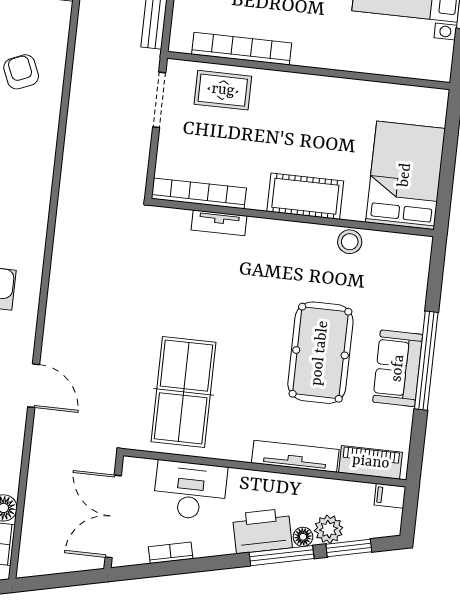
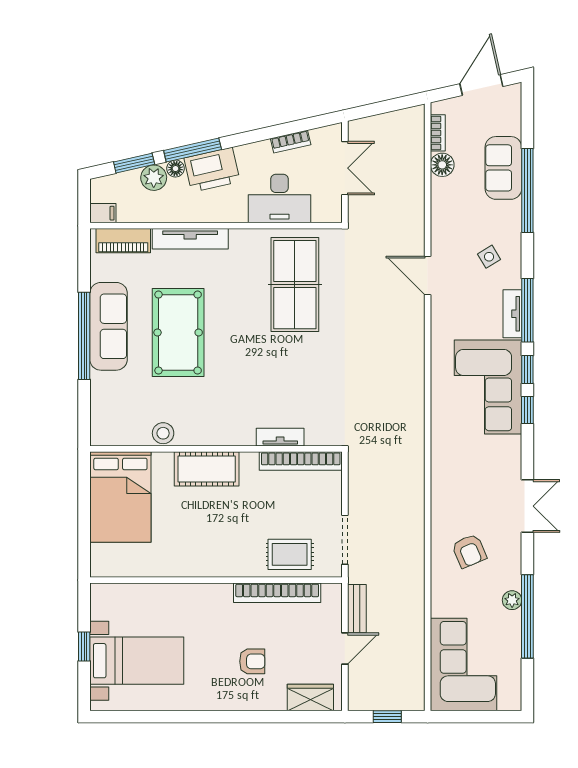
sofa: (398, 368) -> (109, 326), width x1.36
double door: (113, 516) -> (345, 168), width x0.73

